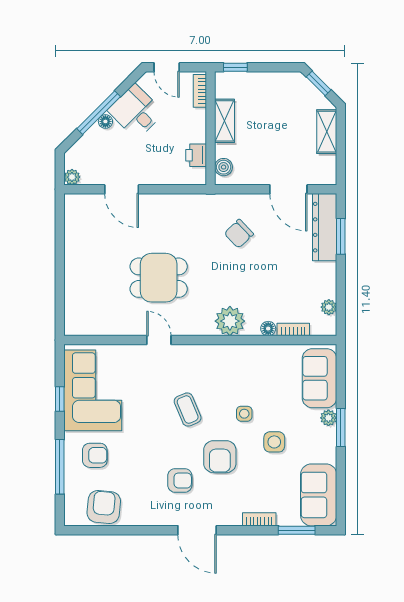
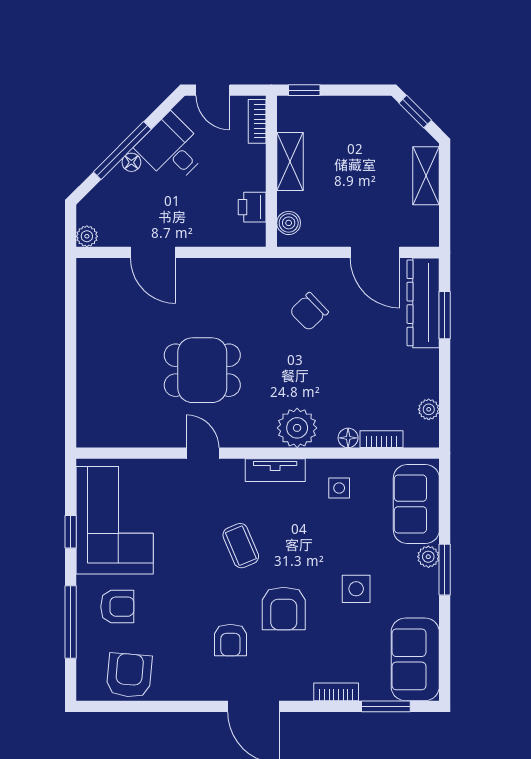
tv unit: (213, 353) -> (275, 470), added
side table: (244, 414) -> (339, 488), moved
armchair: (180, 480) -> (230, 640), turned 90

